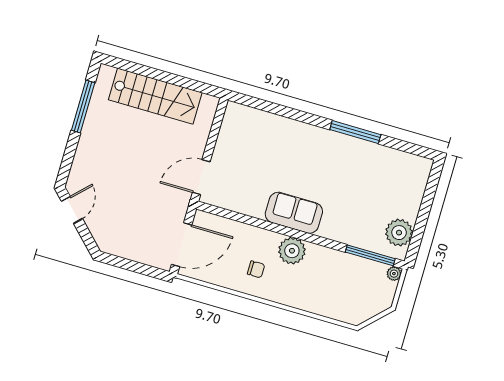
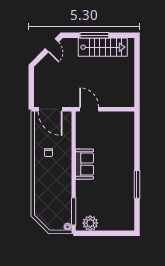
stairs: (155, 96) -> (103, 47), moved, turned -90
window: (83, 107) -> (94, 35), moved
door: (72, 210) -> (52, 45), hinge flipped
plant: (292, 251) -> (64, 169), removed

